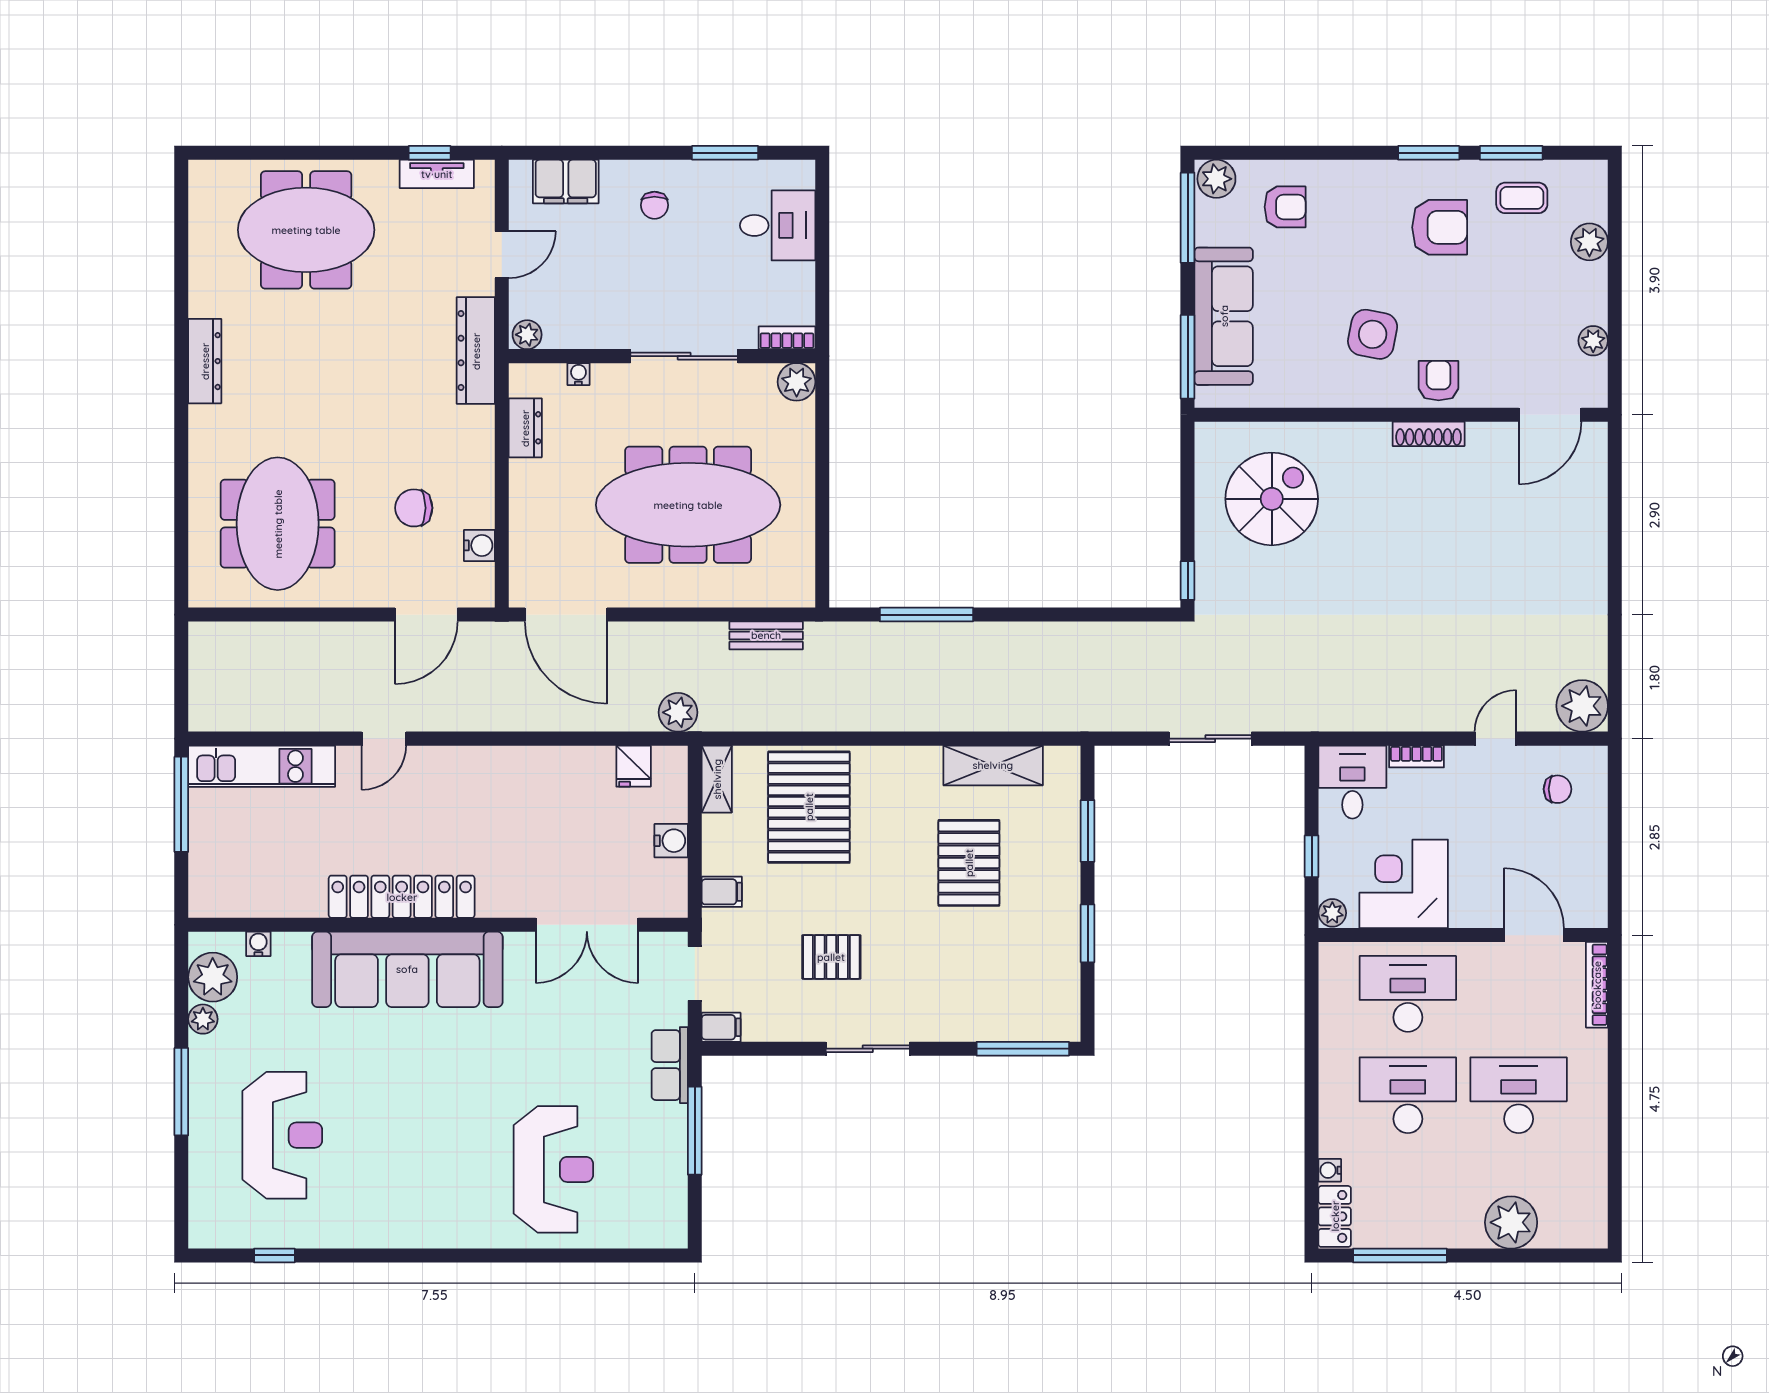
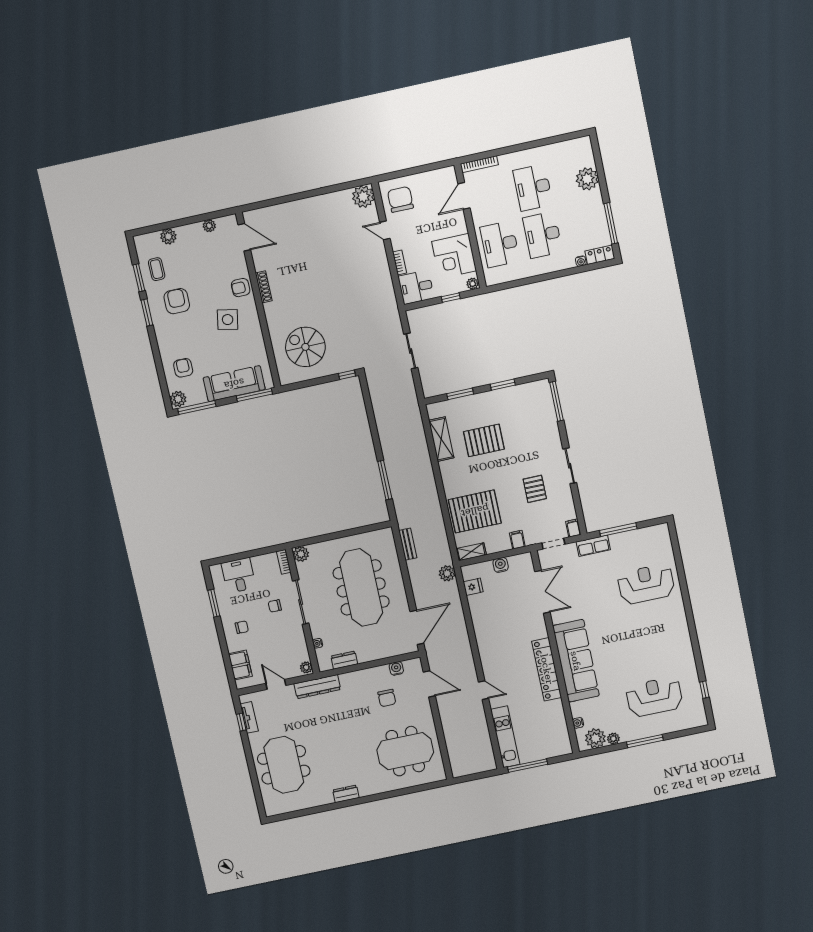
chair: (688, 294) -> (275, 606), added
dresser: (205, 361) -> (346, 794), width x0.70
chair: (1558, 789) -> (400, 199), width x1.87, depth x1.87

